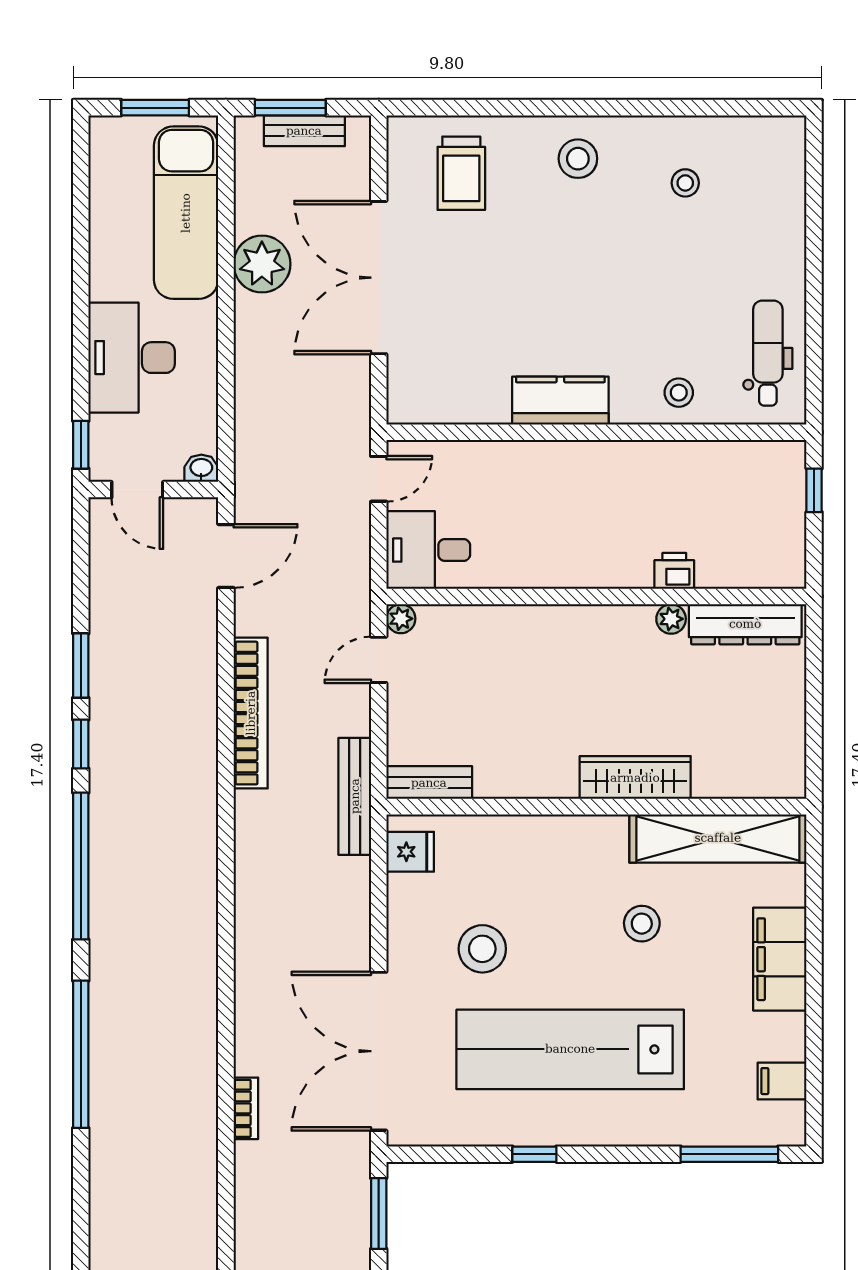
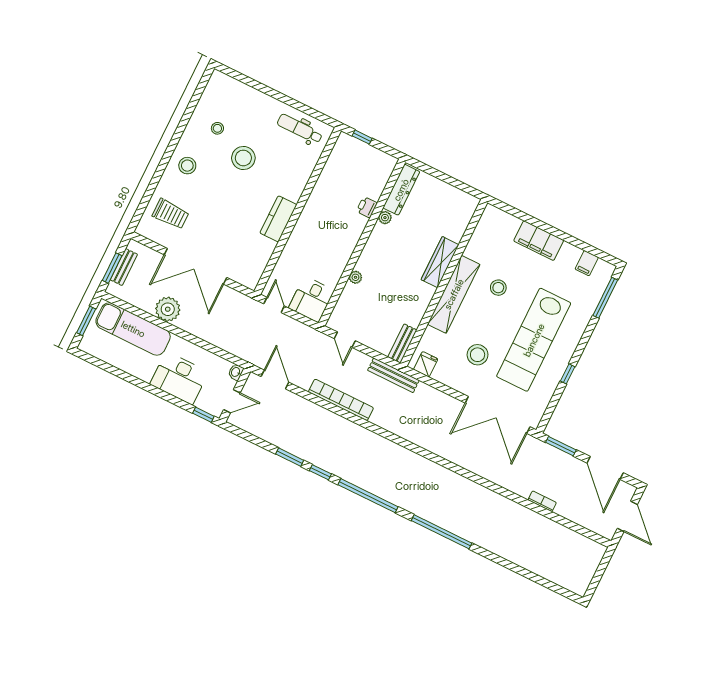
stool: (679, 393) -> (243, 158), moved, width x1.89, depth x1.89
plant: (401, 619) -> (355, 277), moved
shelving: (718, 838) -> (454, 294), moved
bookcase: (246, 1108) -> (542, 501), moved

